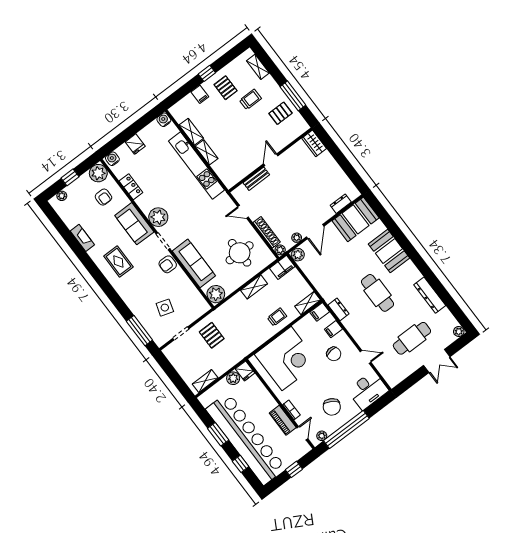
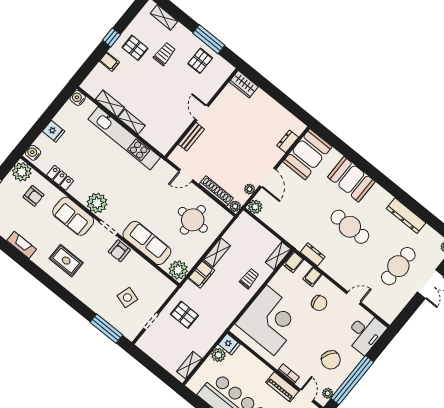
filing cabinet: (282, 267) -> (201, 274), moved

